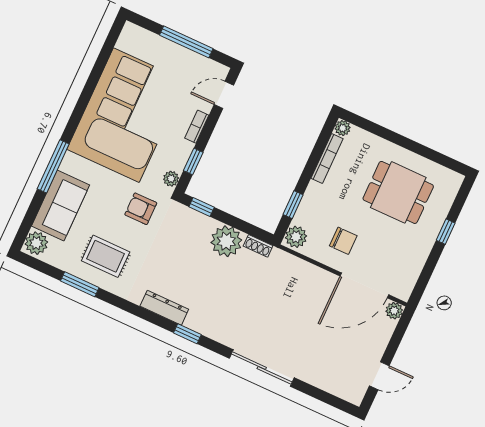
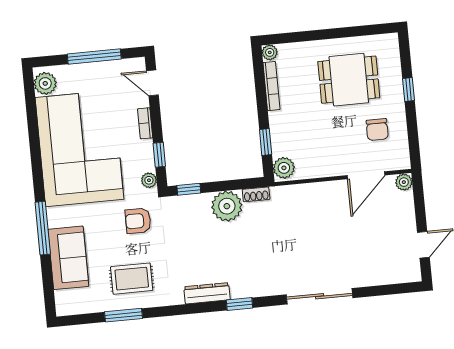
door: (224, 95) -> (152, 83), hinge flipped
chair: (343, 241) -> (377, 130), moved, turned 90
plant: (36, 243) -> (45, 83), moved
door: (364, 285) -> (366, 175), width x0.73

